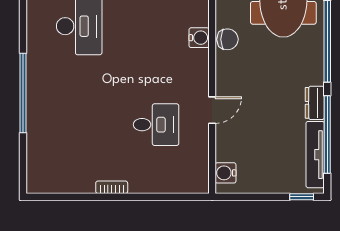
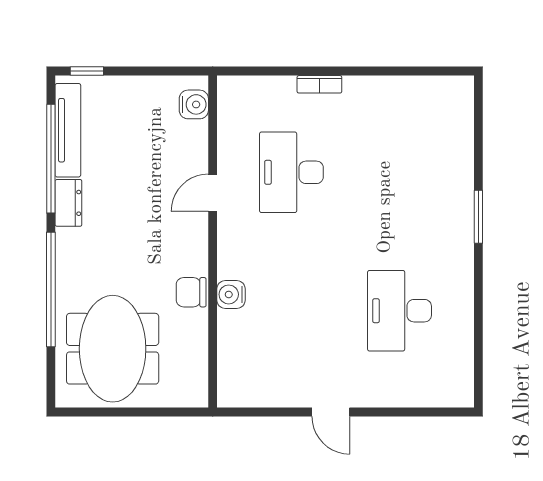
window: (23, 93) -> (478, 217), width x0.47
desk: (156, 125) -> (291, 172), width x1.37
bookcase: (112, 187) -> (319, 84), moved

